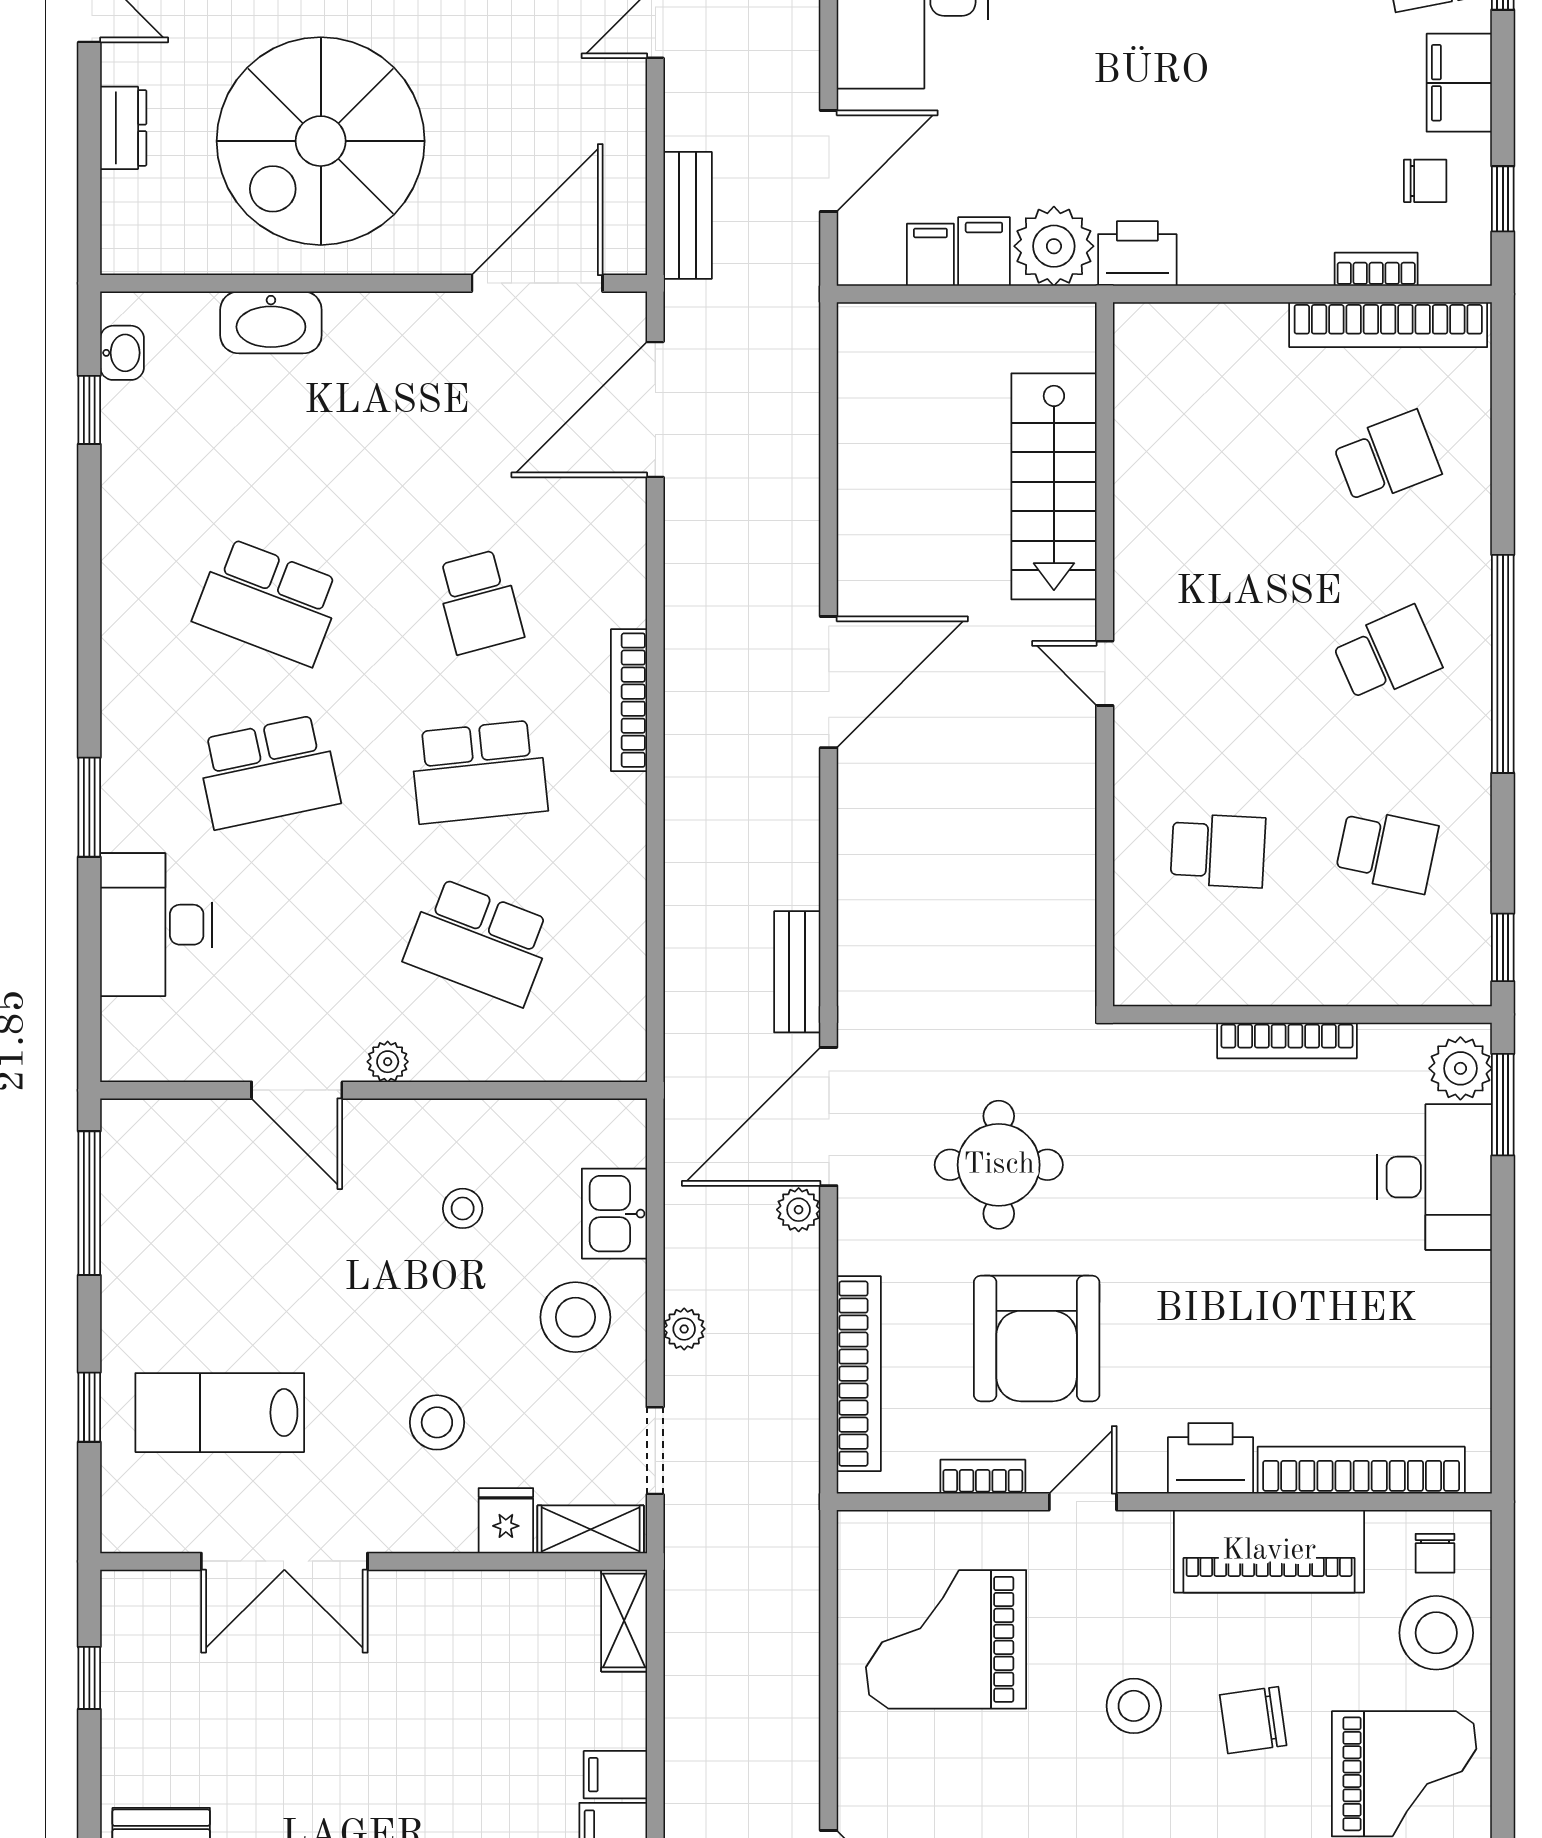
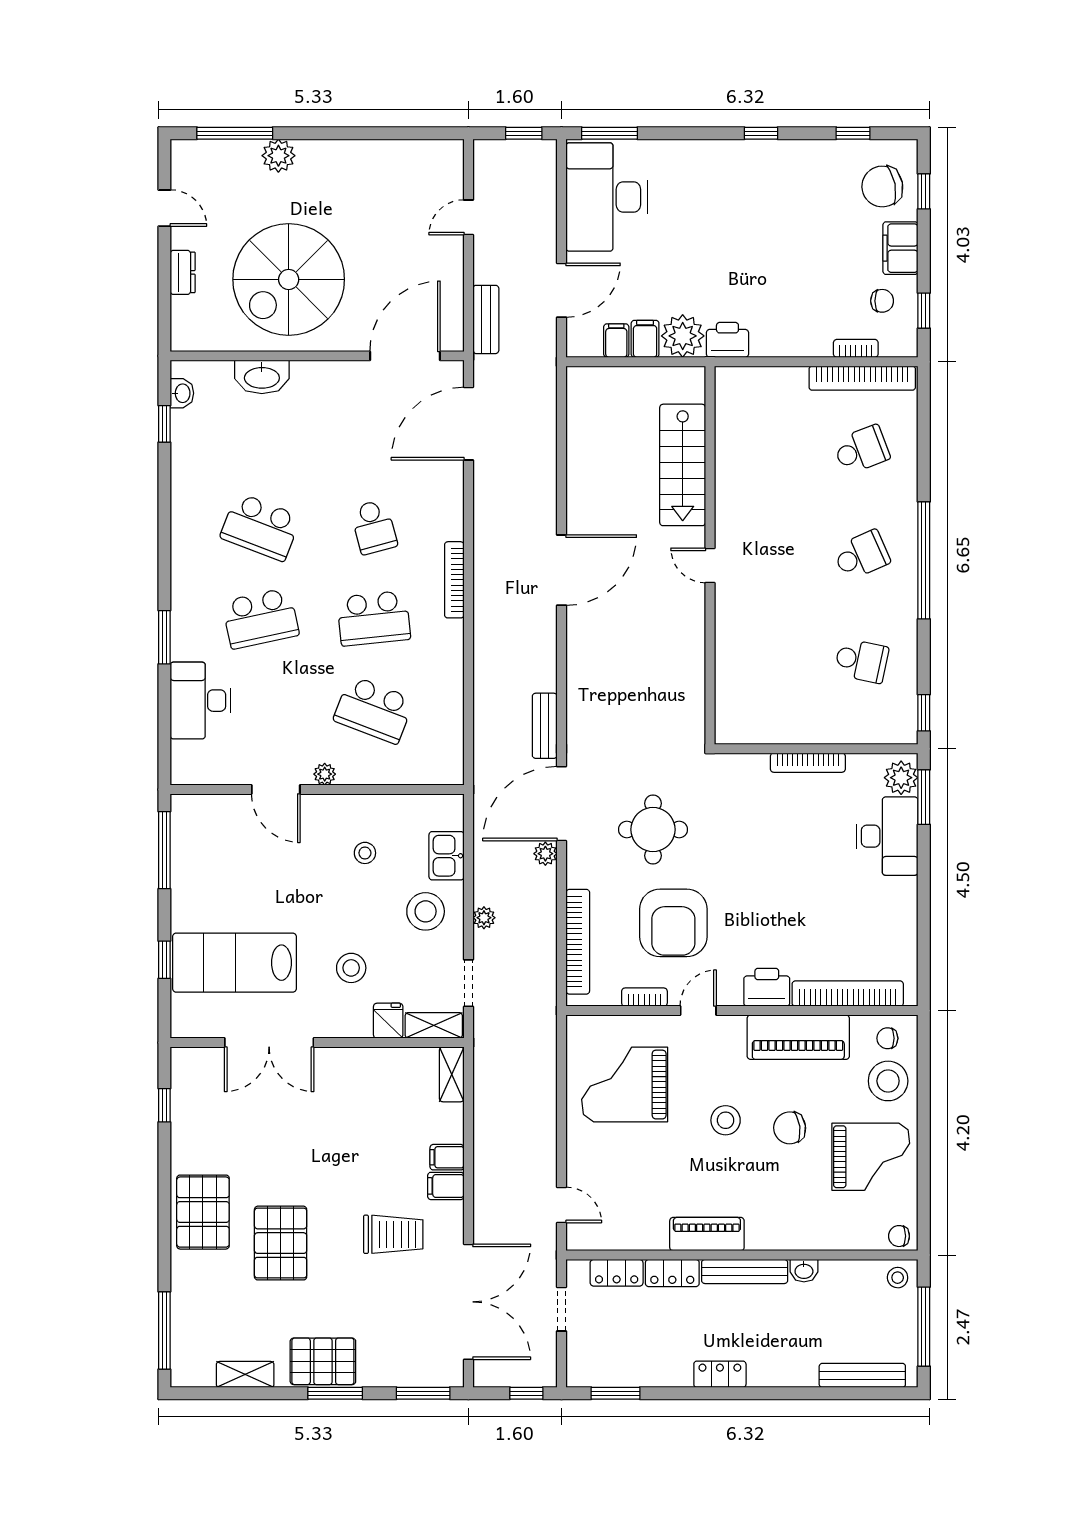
school desk: (1218, 851) -> (771, 661), removed
lab bench: (220, 1413) -> (234, 963), width x1.36, depth x1.39
chair: (1435, 1553) -> (887, 1038), turned 90

